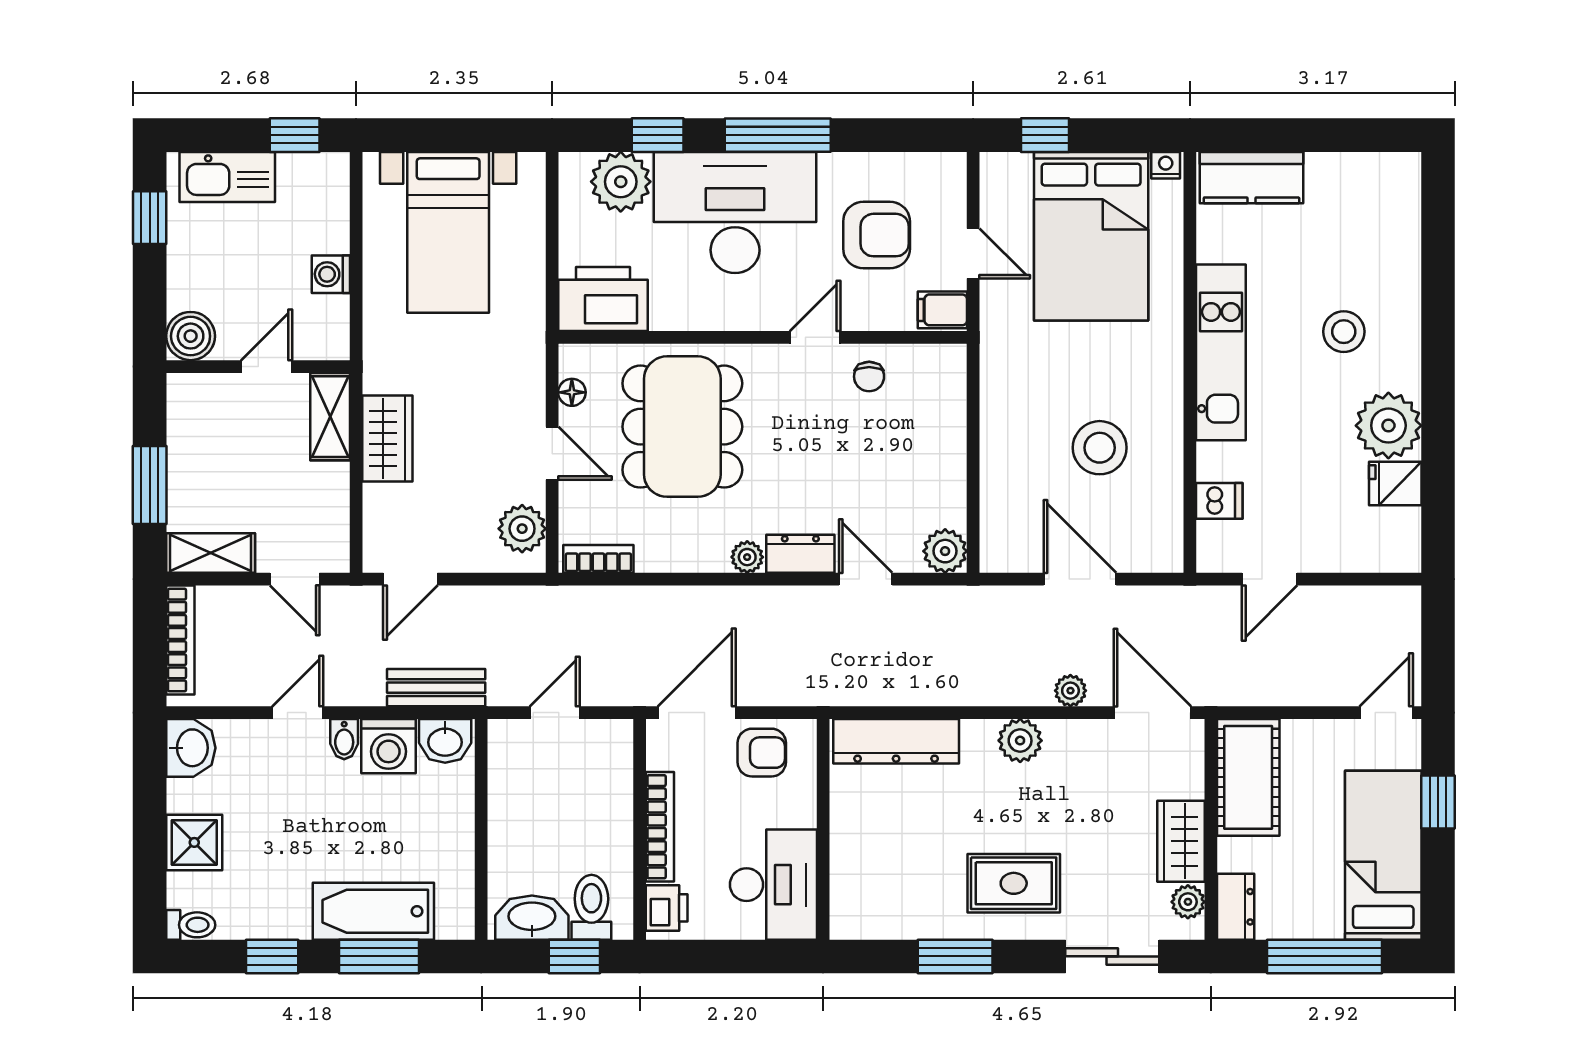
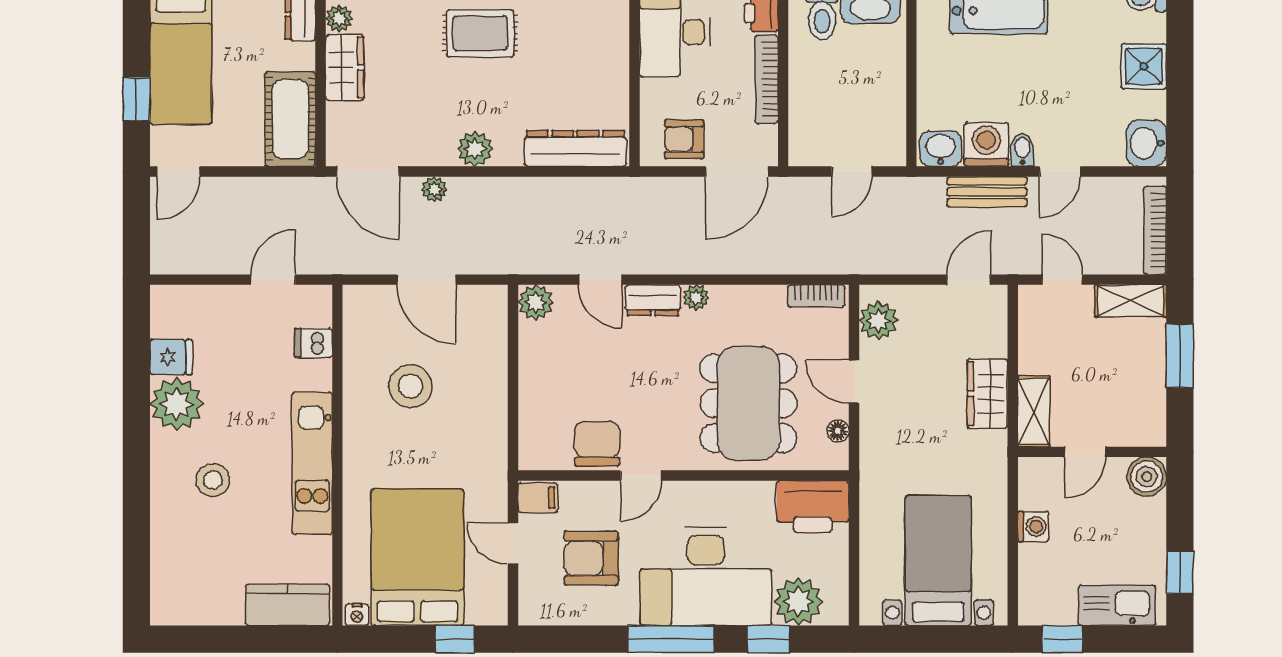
chair: (869, 377) -> (597, 444), width x1.87, depth x1.87
bench: (436, 688) -> (987, 192), moved

